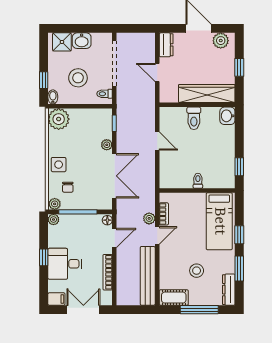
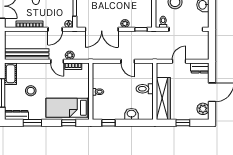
washbasin: (227, 116) -> (131, 114), moved
door: (157, 141) -> (128, 61), hinge flipped
window: (239, 235) -> (69, 123), moved
door: (114, 238) -> (55, 29), hinge flipped

